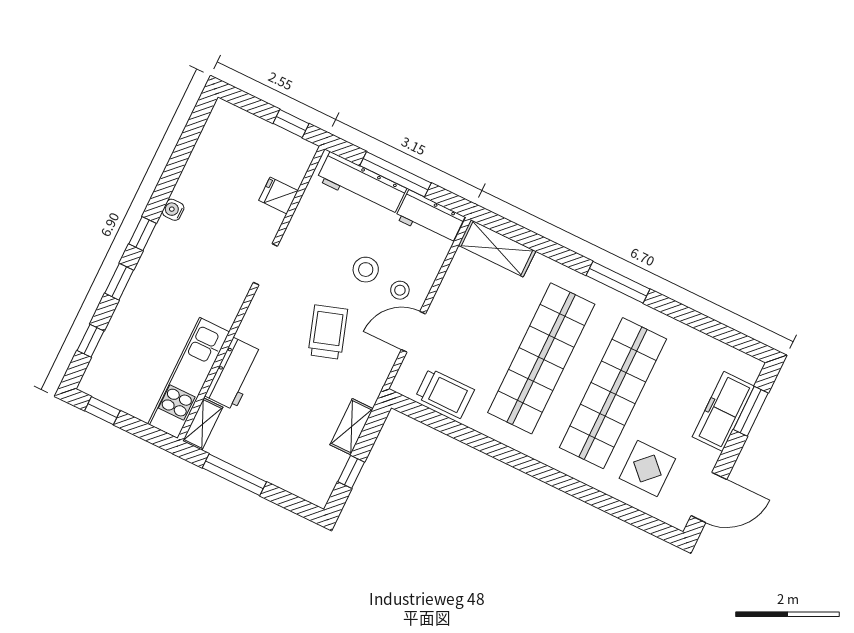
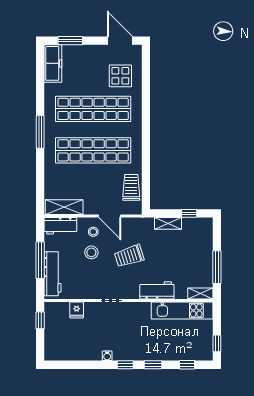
workbench: (430, 218) -> (60, 226), moved, turned 90
shelving: (497, 248) -> (64, 207), moved, turned 90
workbench: (234, 374) -> (157, 290), moved
freezer: (723, 411) -> (53, 63), moved, turned -90

